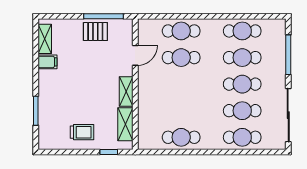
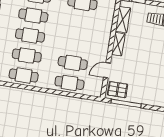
pallet: (95, 32) -> (118, 90), moved

